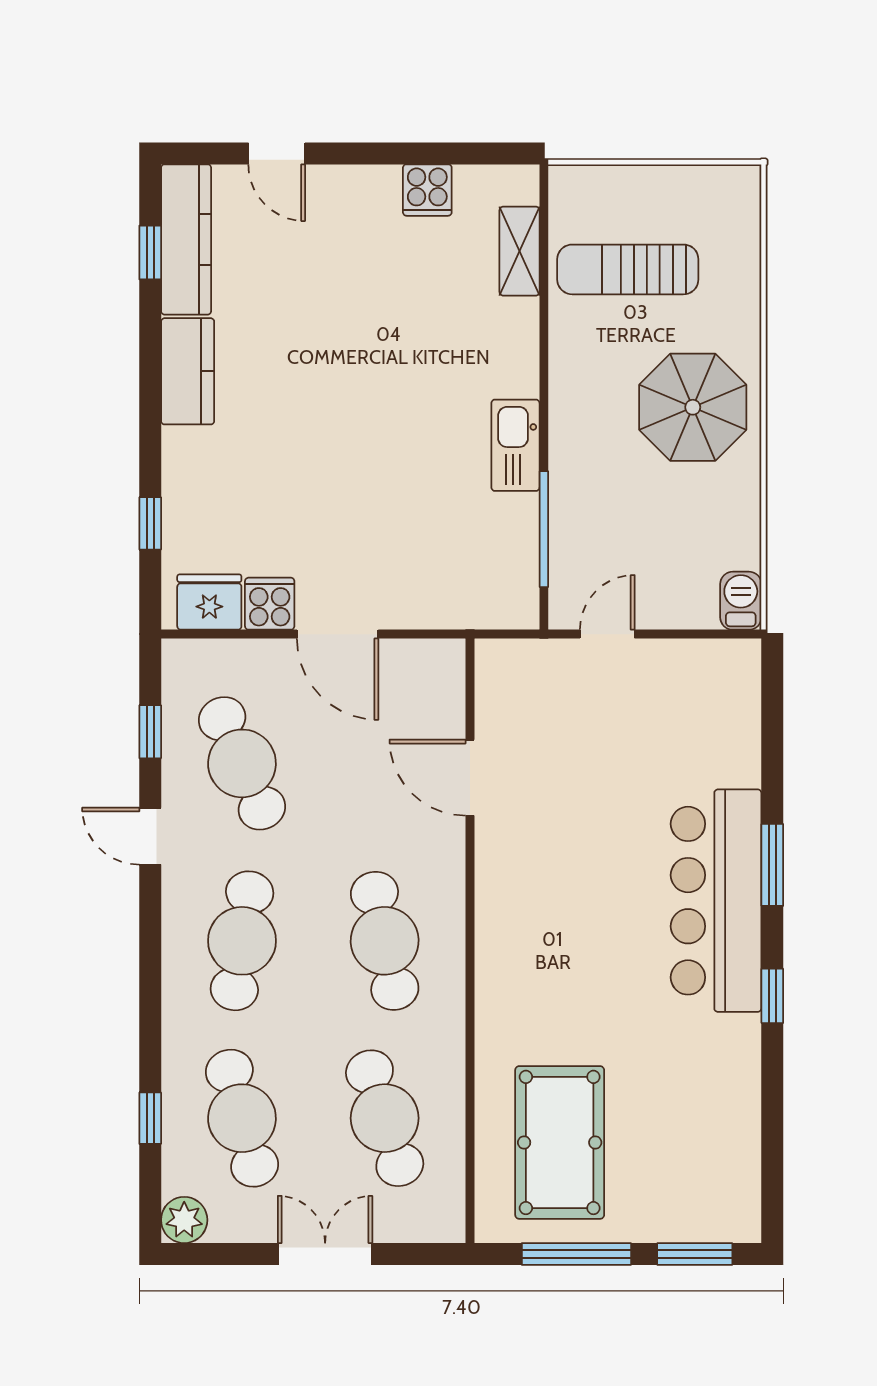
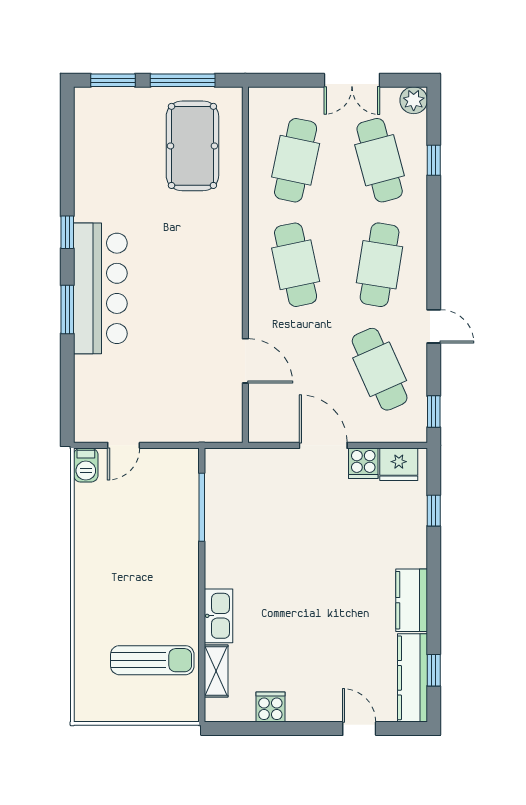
parasol: (693, 407) -> (114, 579), removed
kitchen sink: (515, 445) -> (219, 616), moved
door: (607, 634) -> (124, 445), moved
window: (150, 732) -> (434, 412), moved
cafe table: (385, 1118) -> (296, 160), turned 30
double door: (325, 1254) -> (352, 80), moved

